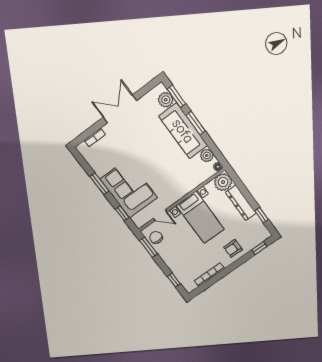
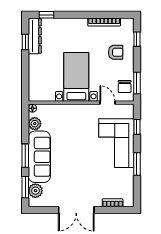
plant: (223, 182) -> (37, 93), removed
dresser: (241, 203) -> (35, 36), moved
armchair: (233, 248) -> (116, 52), moved

